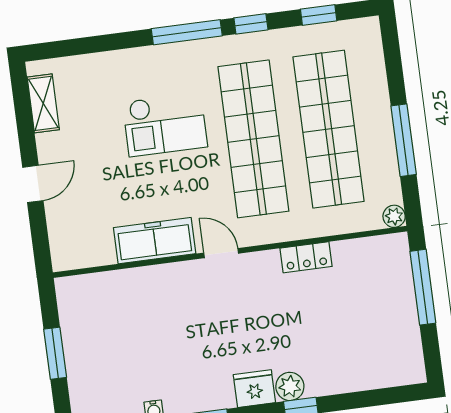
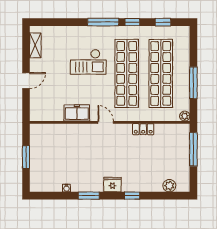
freezer: (155, 241) -> (77, 113), width x0.71
plant: (290, 386) -> (169, 186), moved

